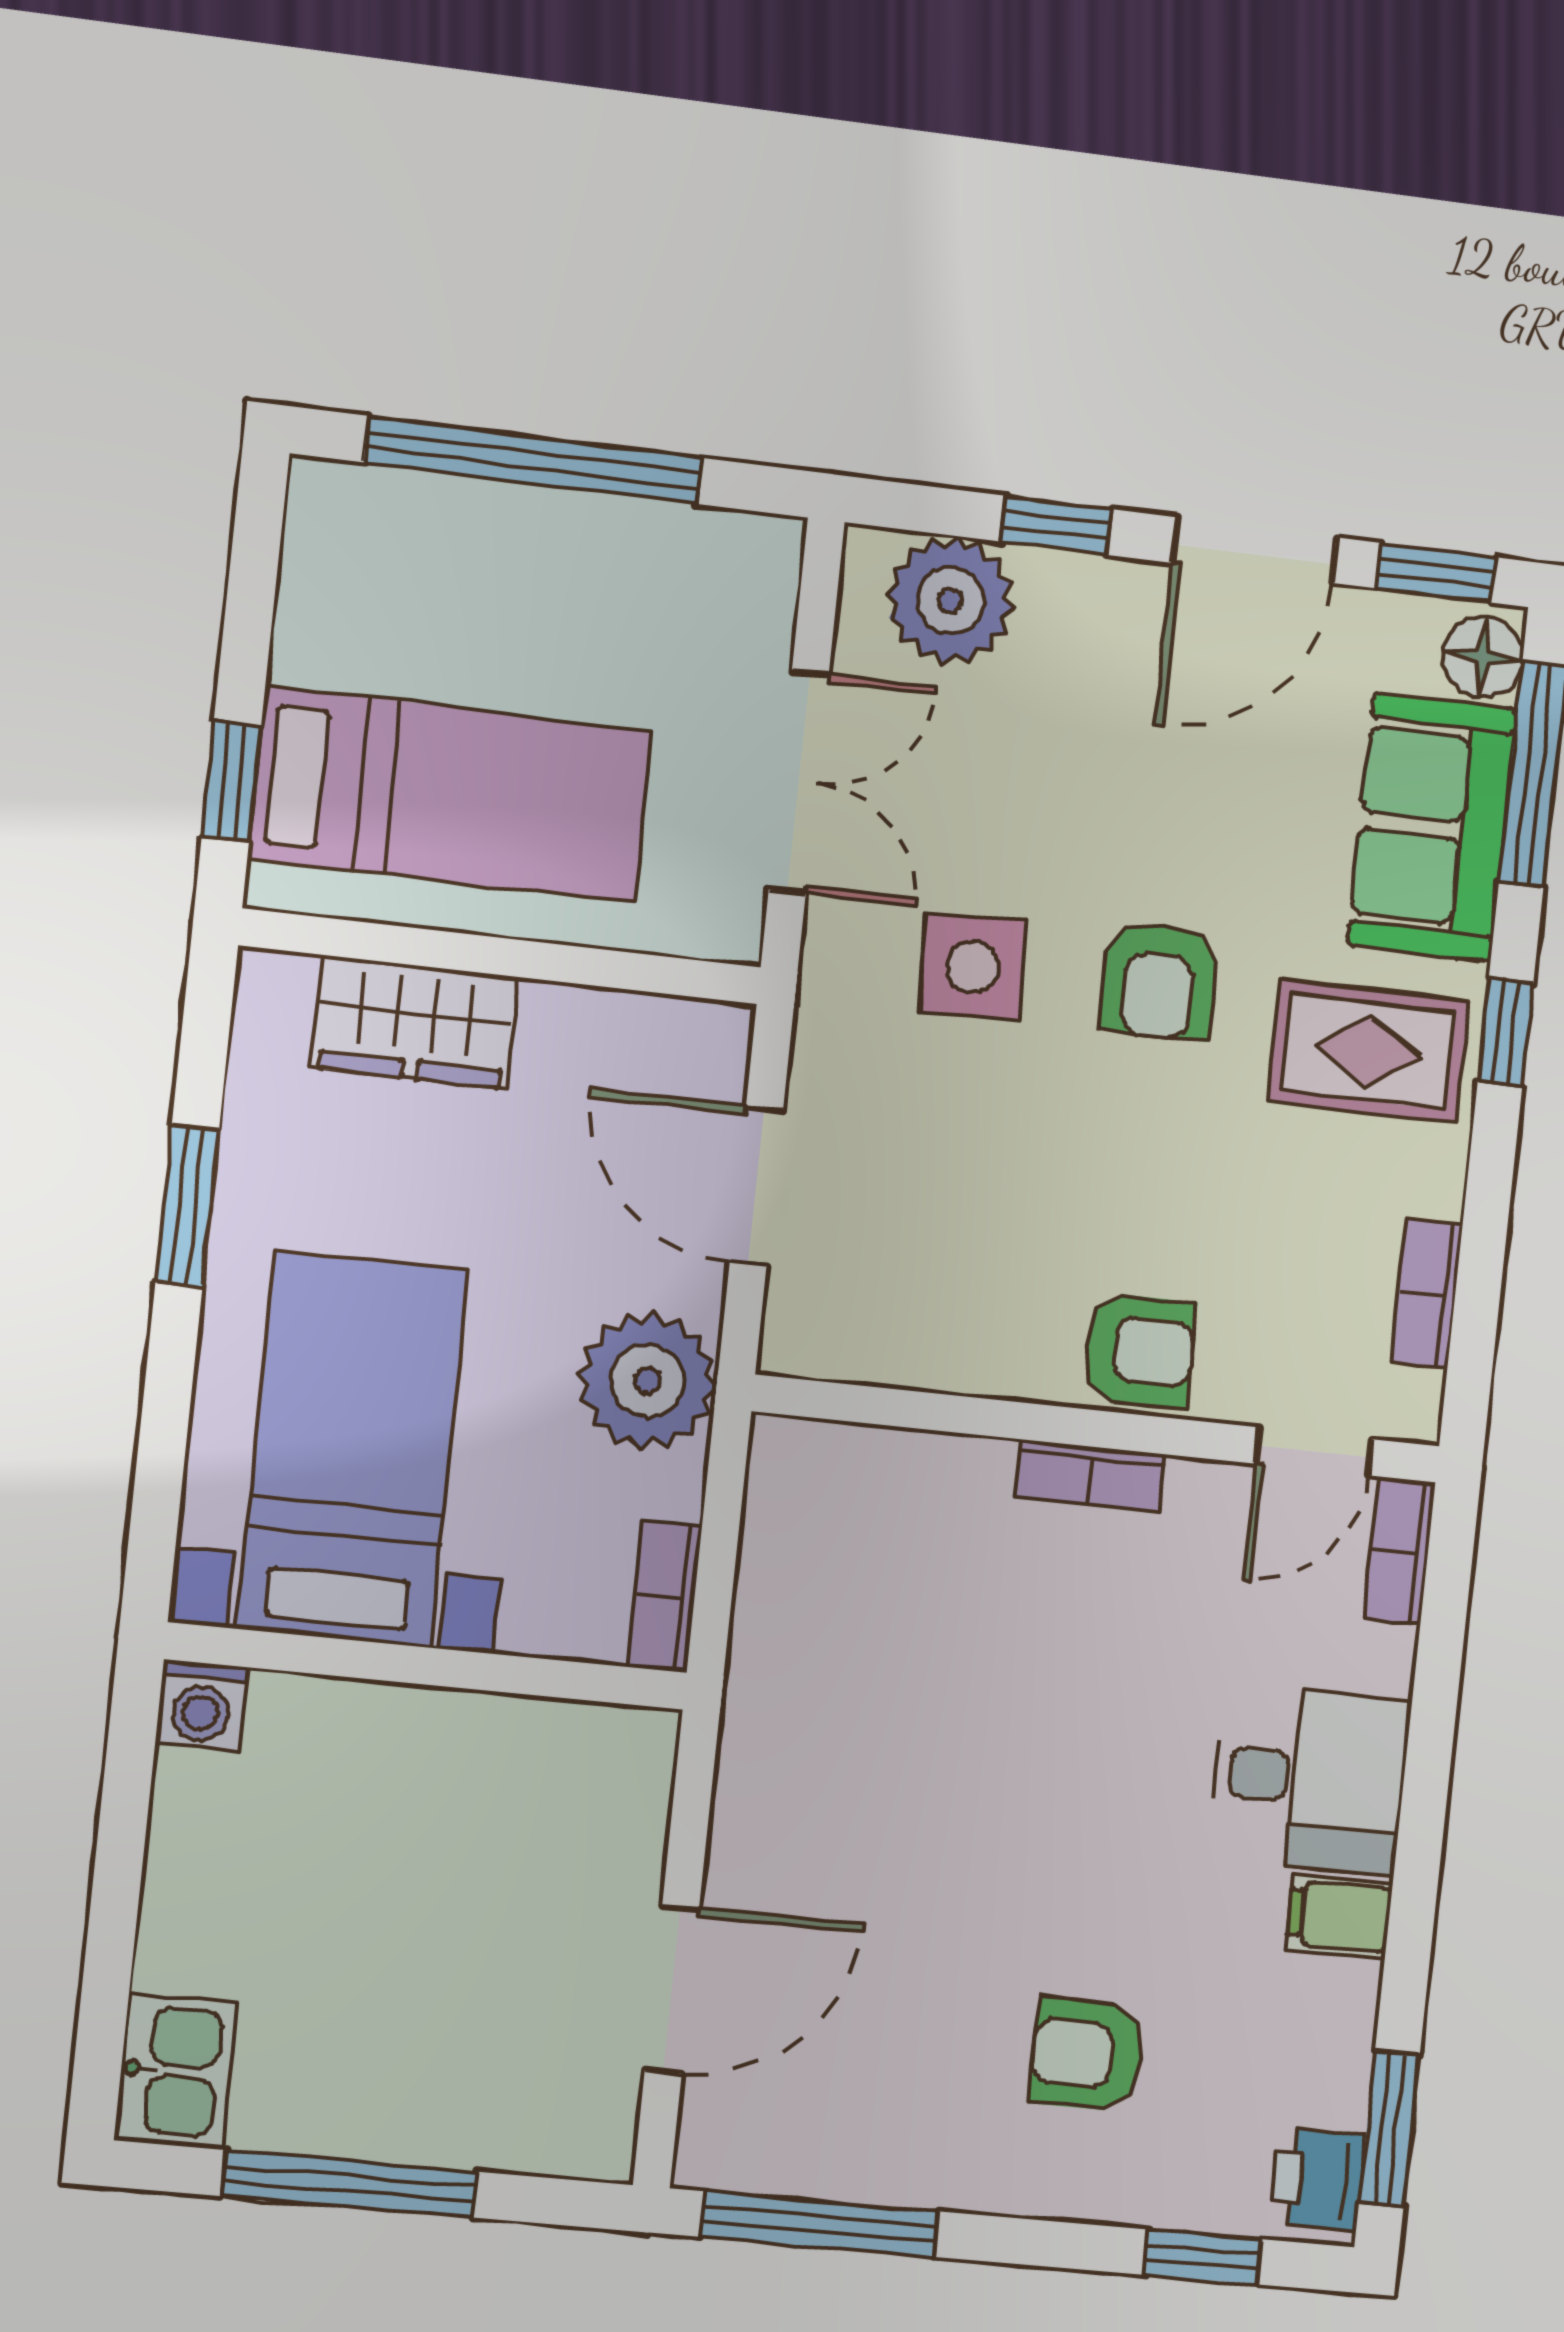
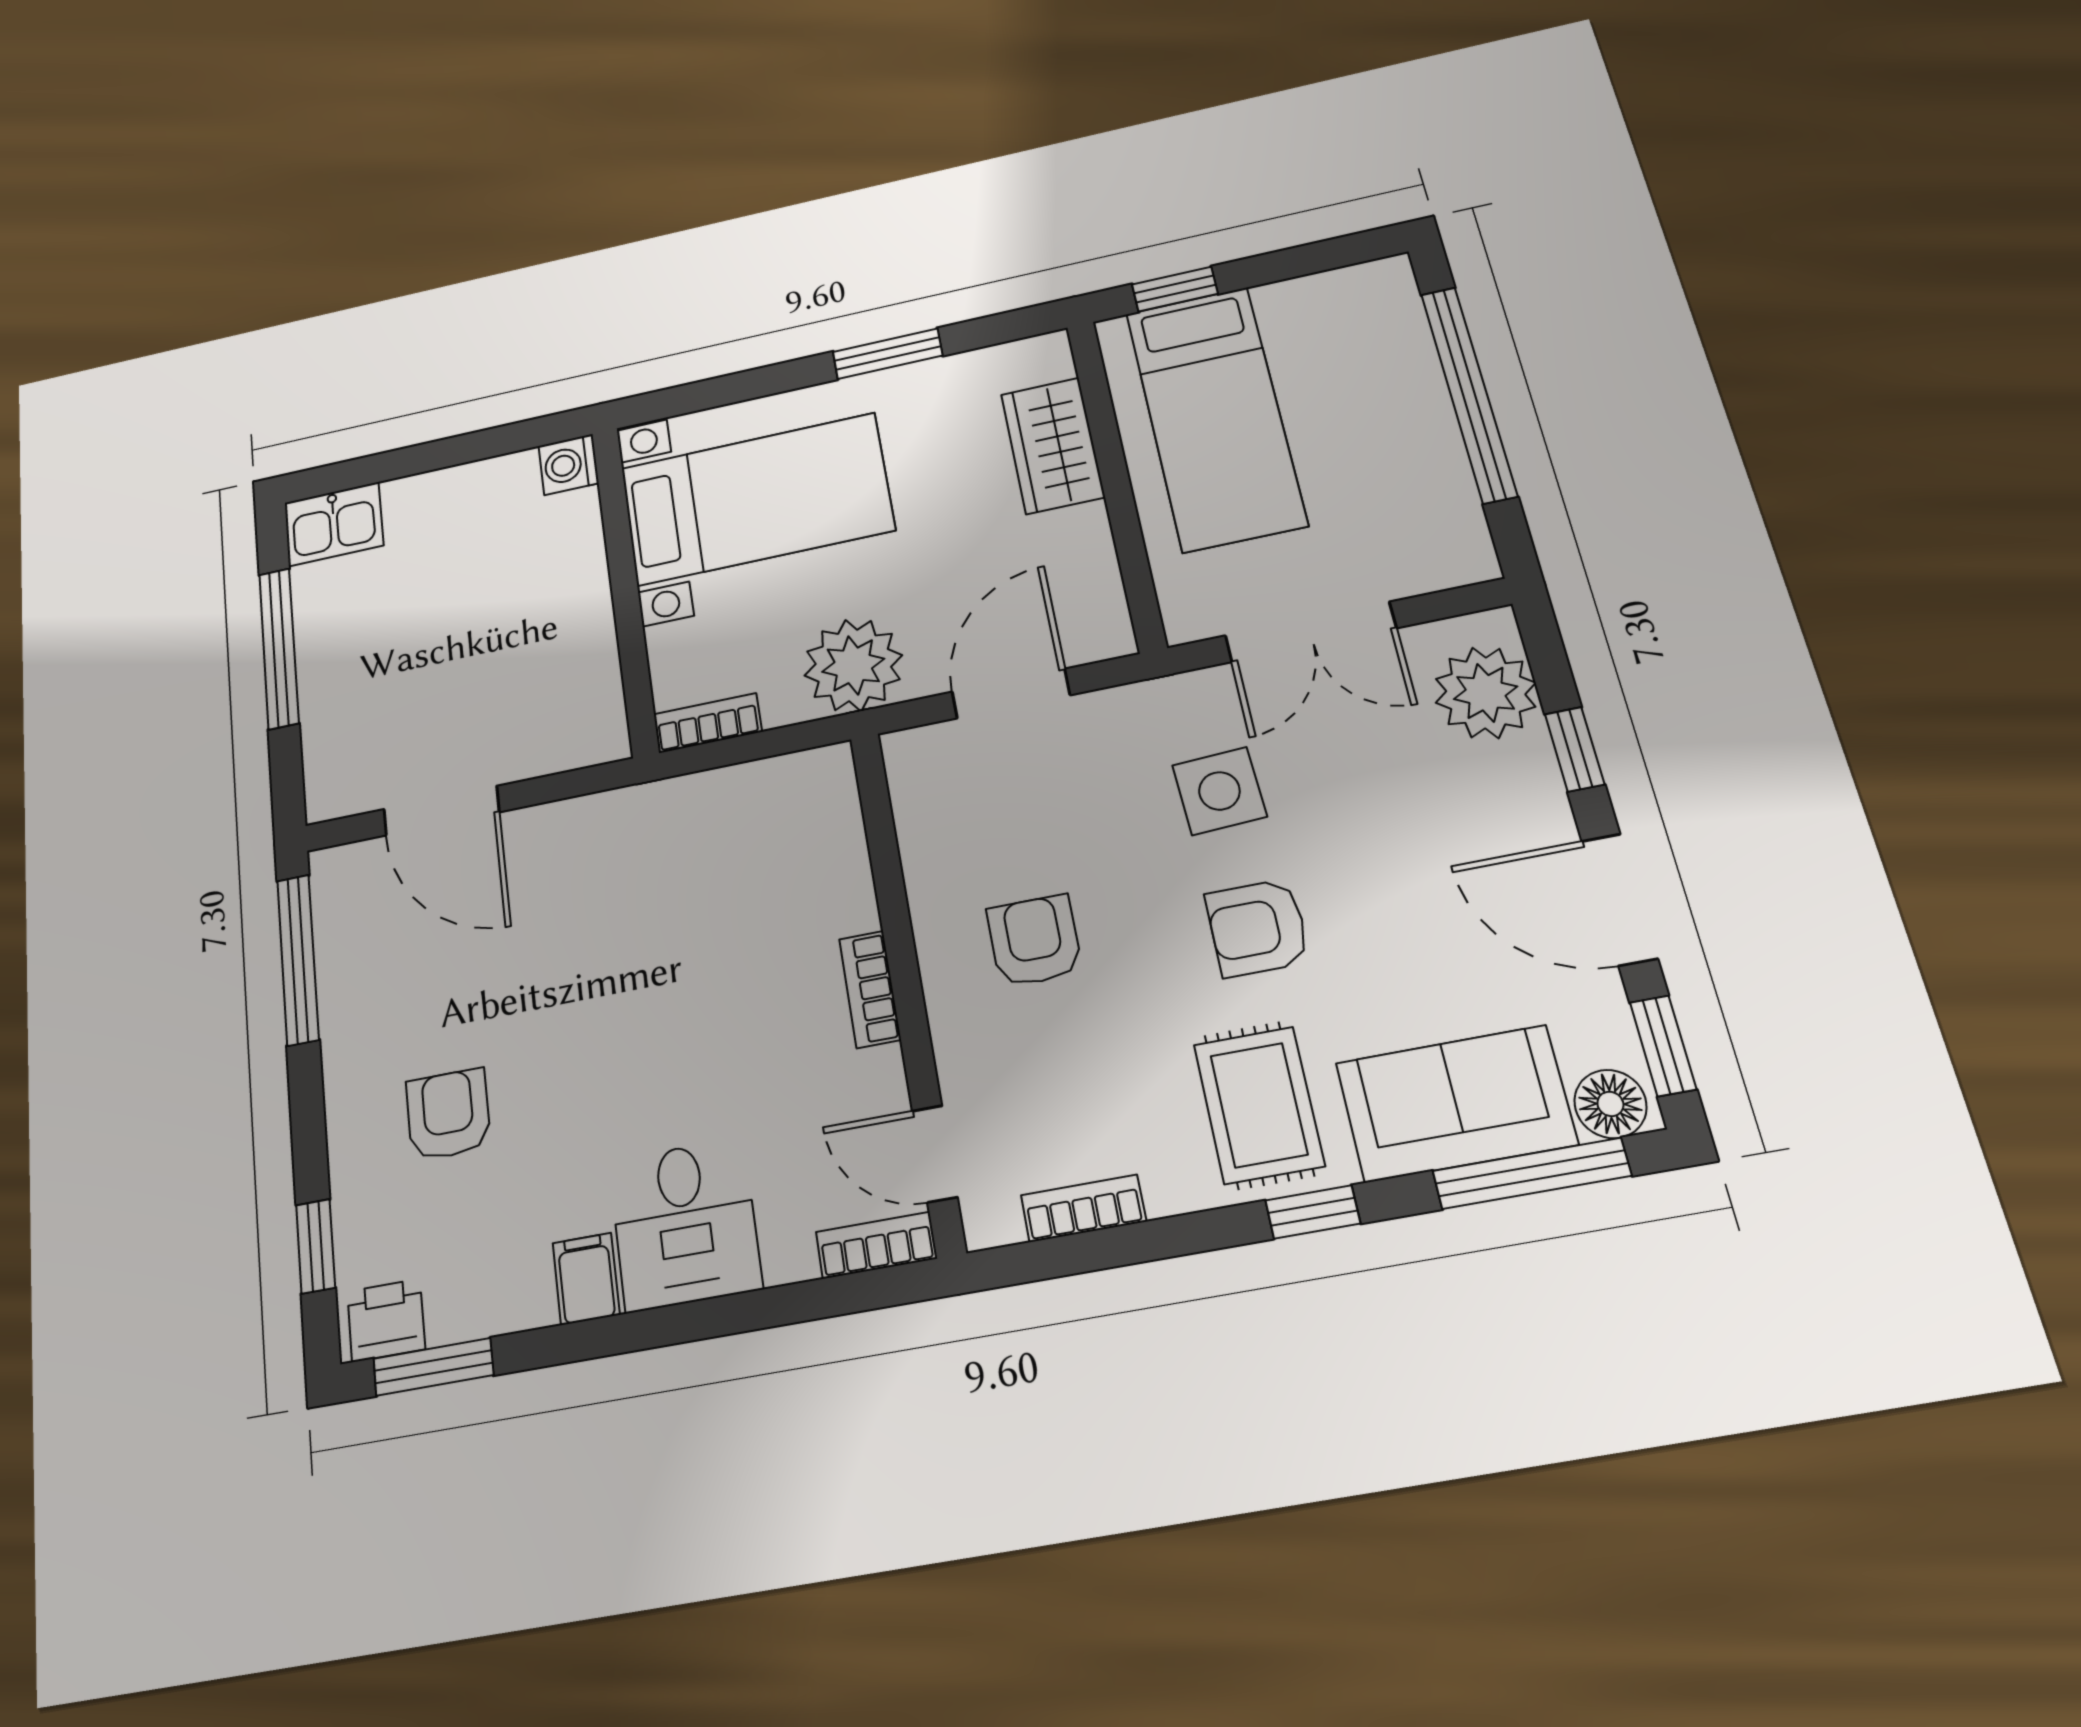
armchair: (1139, 1350) -> (1034, 941), moved, turned 180

